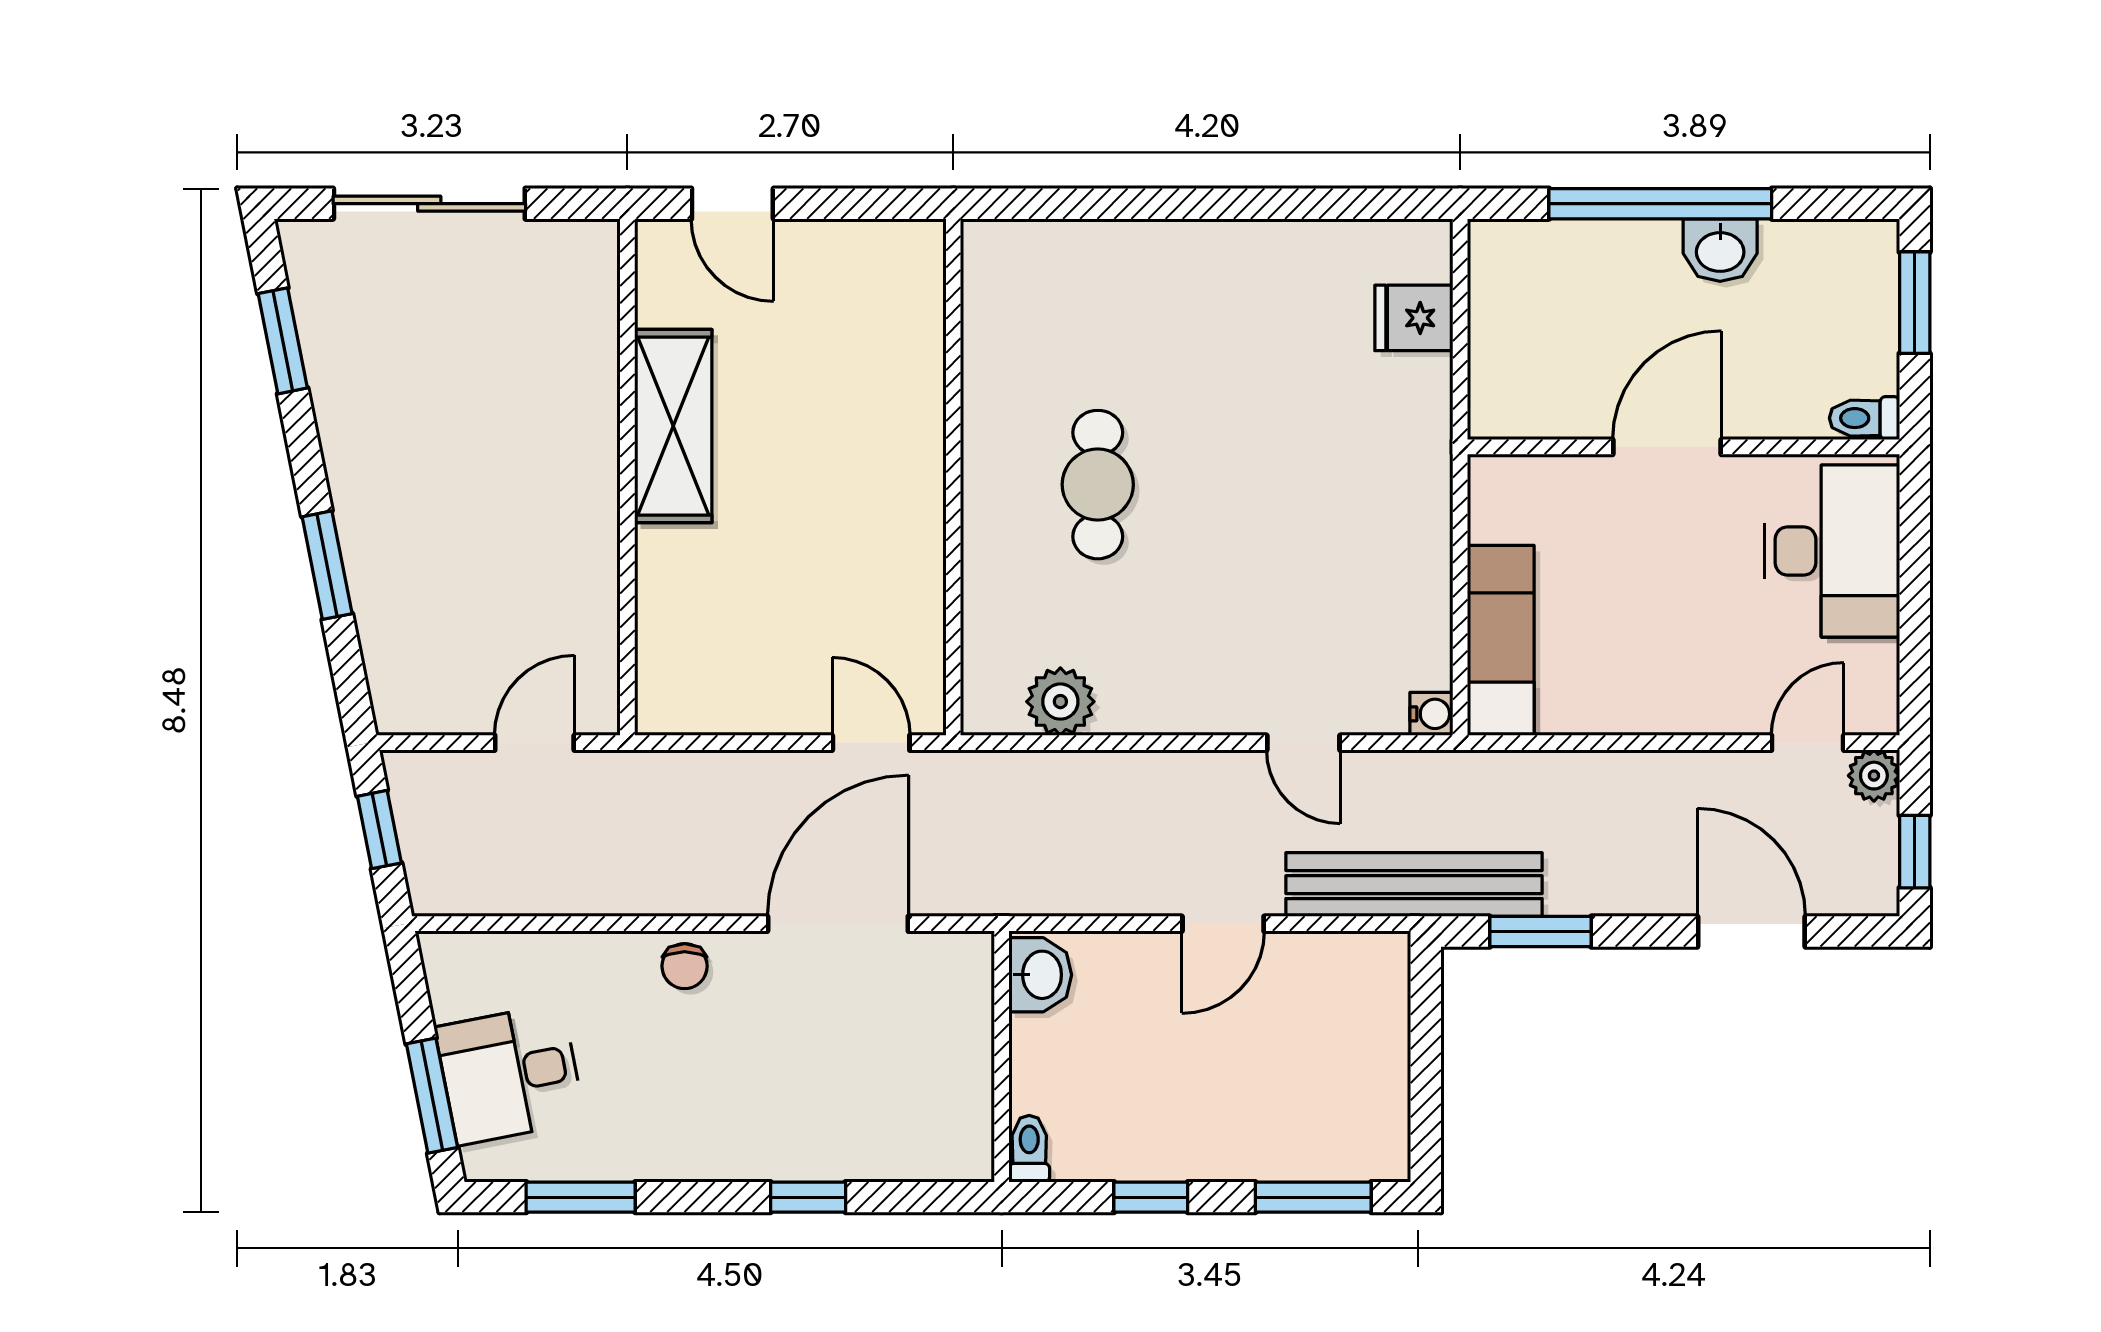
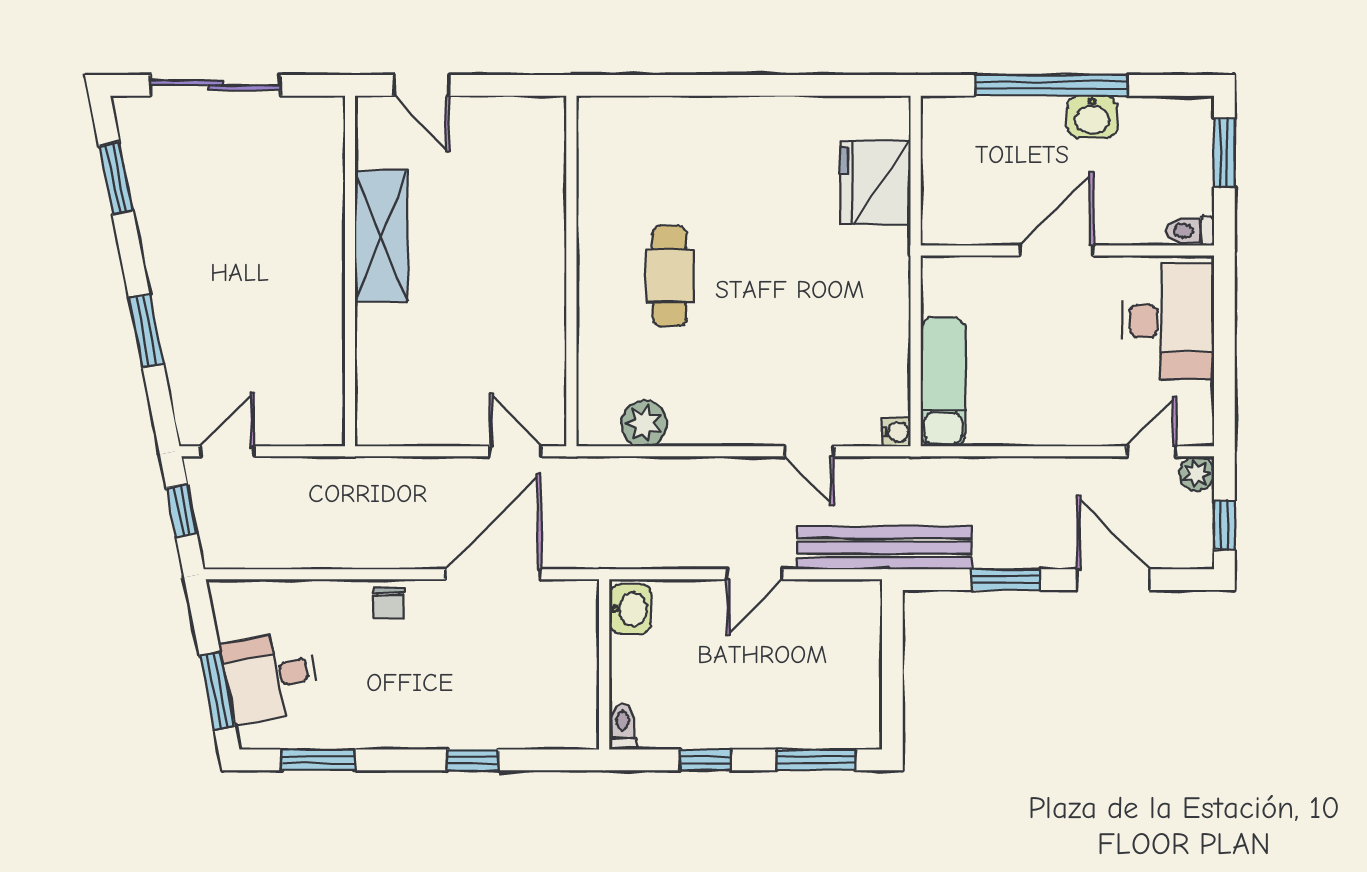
fridge: (1414, 318) -> (875, 183), width x1.88, depth x1.34
door: (534, 743) -> (227, 451), moved
window: (1541, 932) -> (1006, 580), moved

